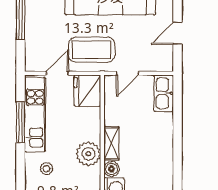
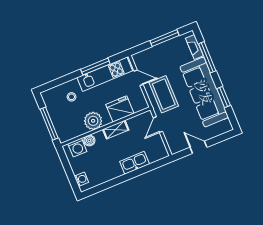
door: (127, 73) -> (158, 125), hinge flipped
fridge: (87, 91) -> (120, 109), moved
kitchen sink: (164, 93) -> (135, 163), moved
shelving: (111, 143) -> (116, 130), moved

